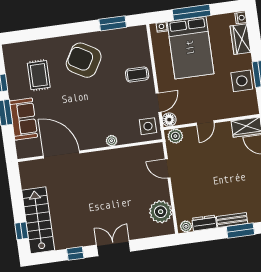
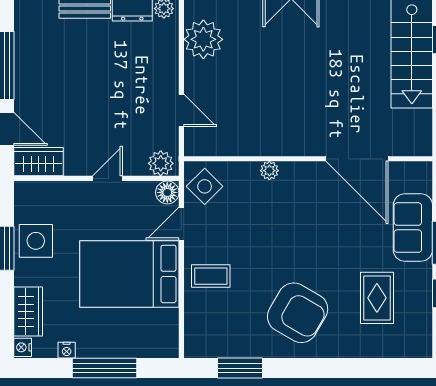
nightstand: (162, 27) -> (67, 350), moved
bed: (190, 48) -> (129, 274), moved, turned -90
side table: (148, 126) -> (205, 186), turned 45

